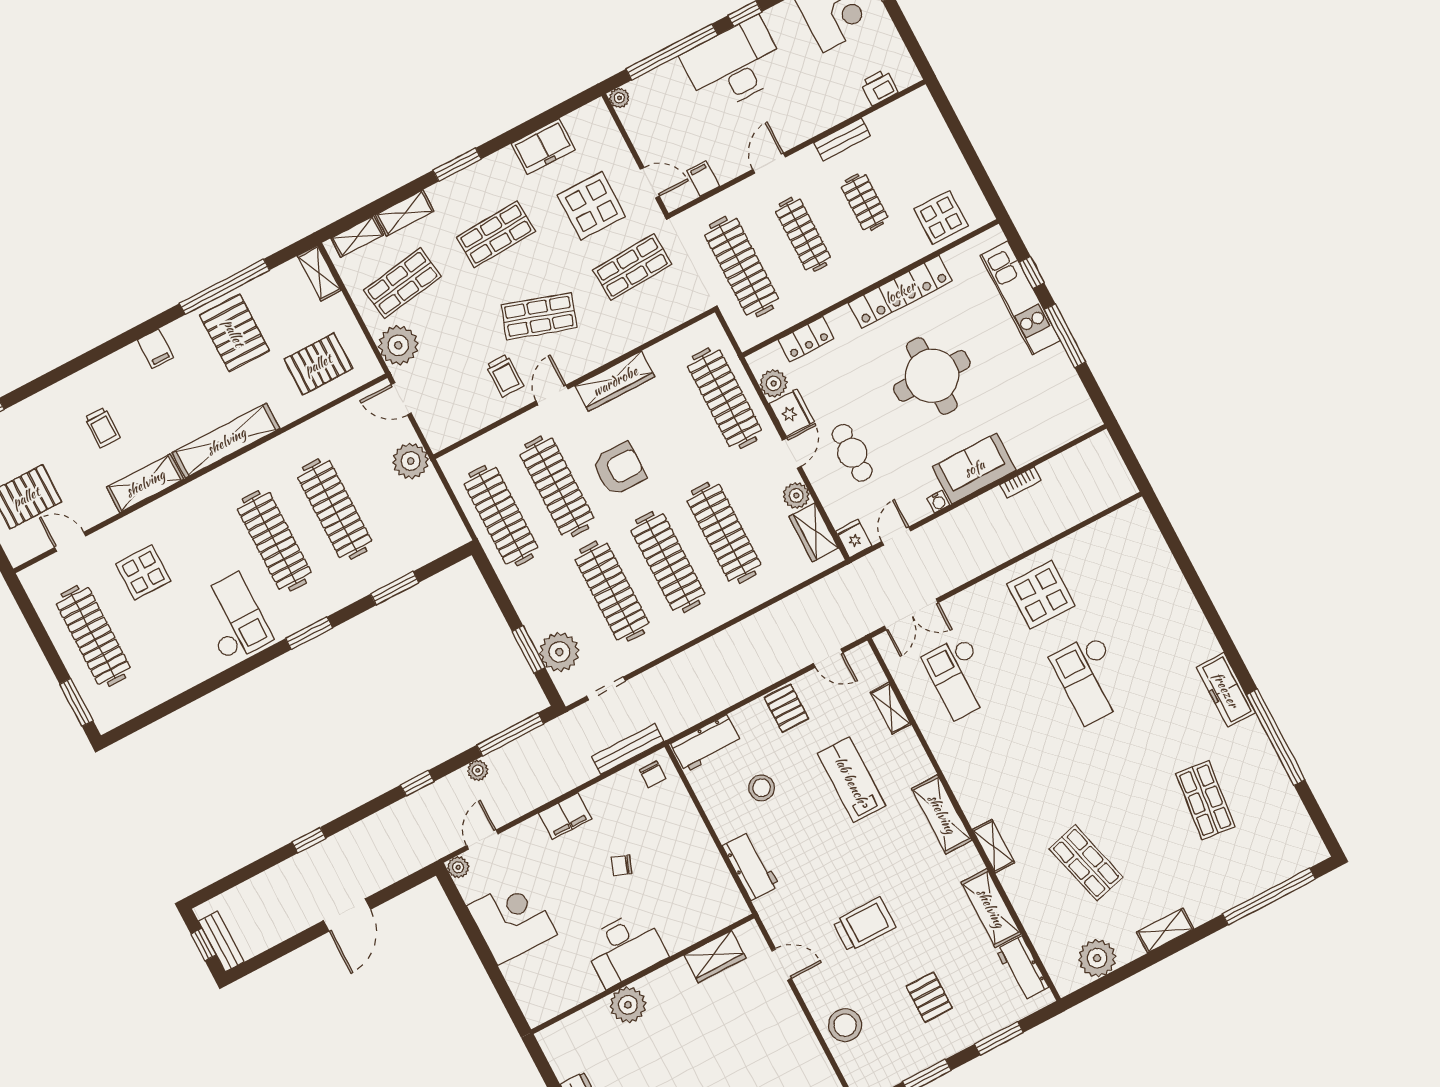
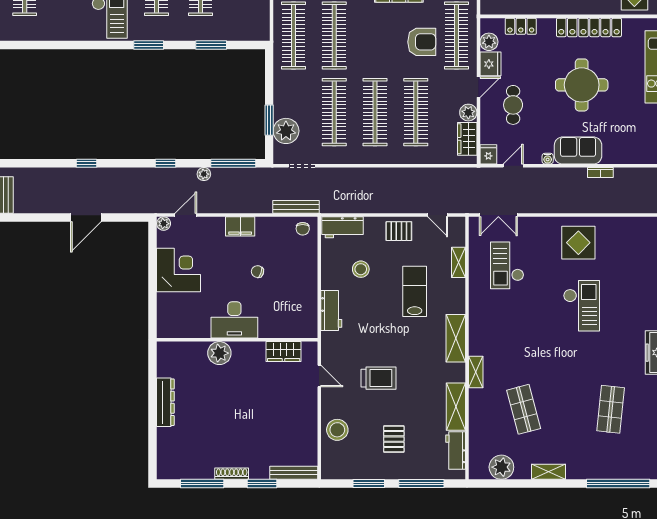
armchair: (619, 469) -> (422, 42), moved
checkout: (1091, 679) -> (582, 306), turned 180
pallet: (786, 708) -> (399, 231), turned 90
window: (999, 1038) -> (421, 483), width x1.44

